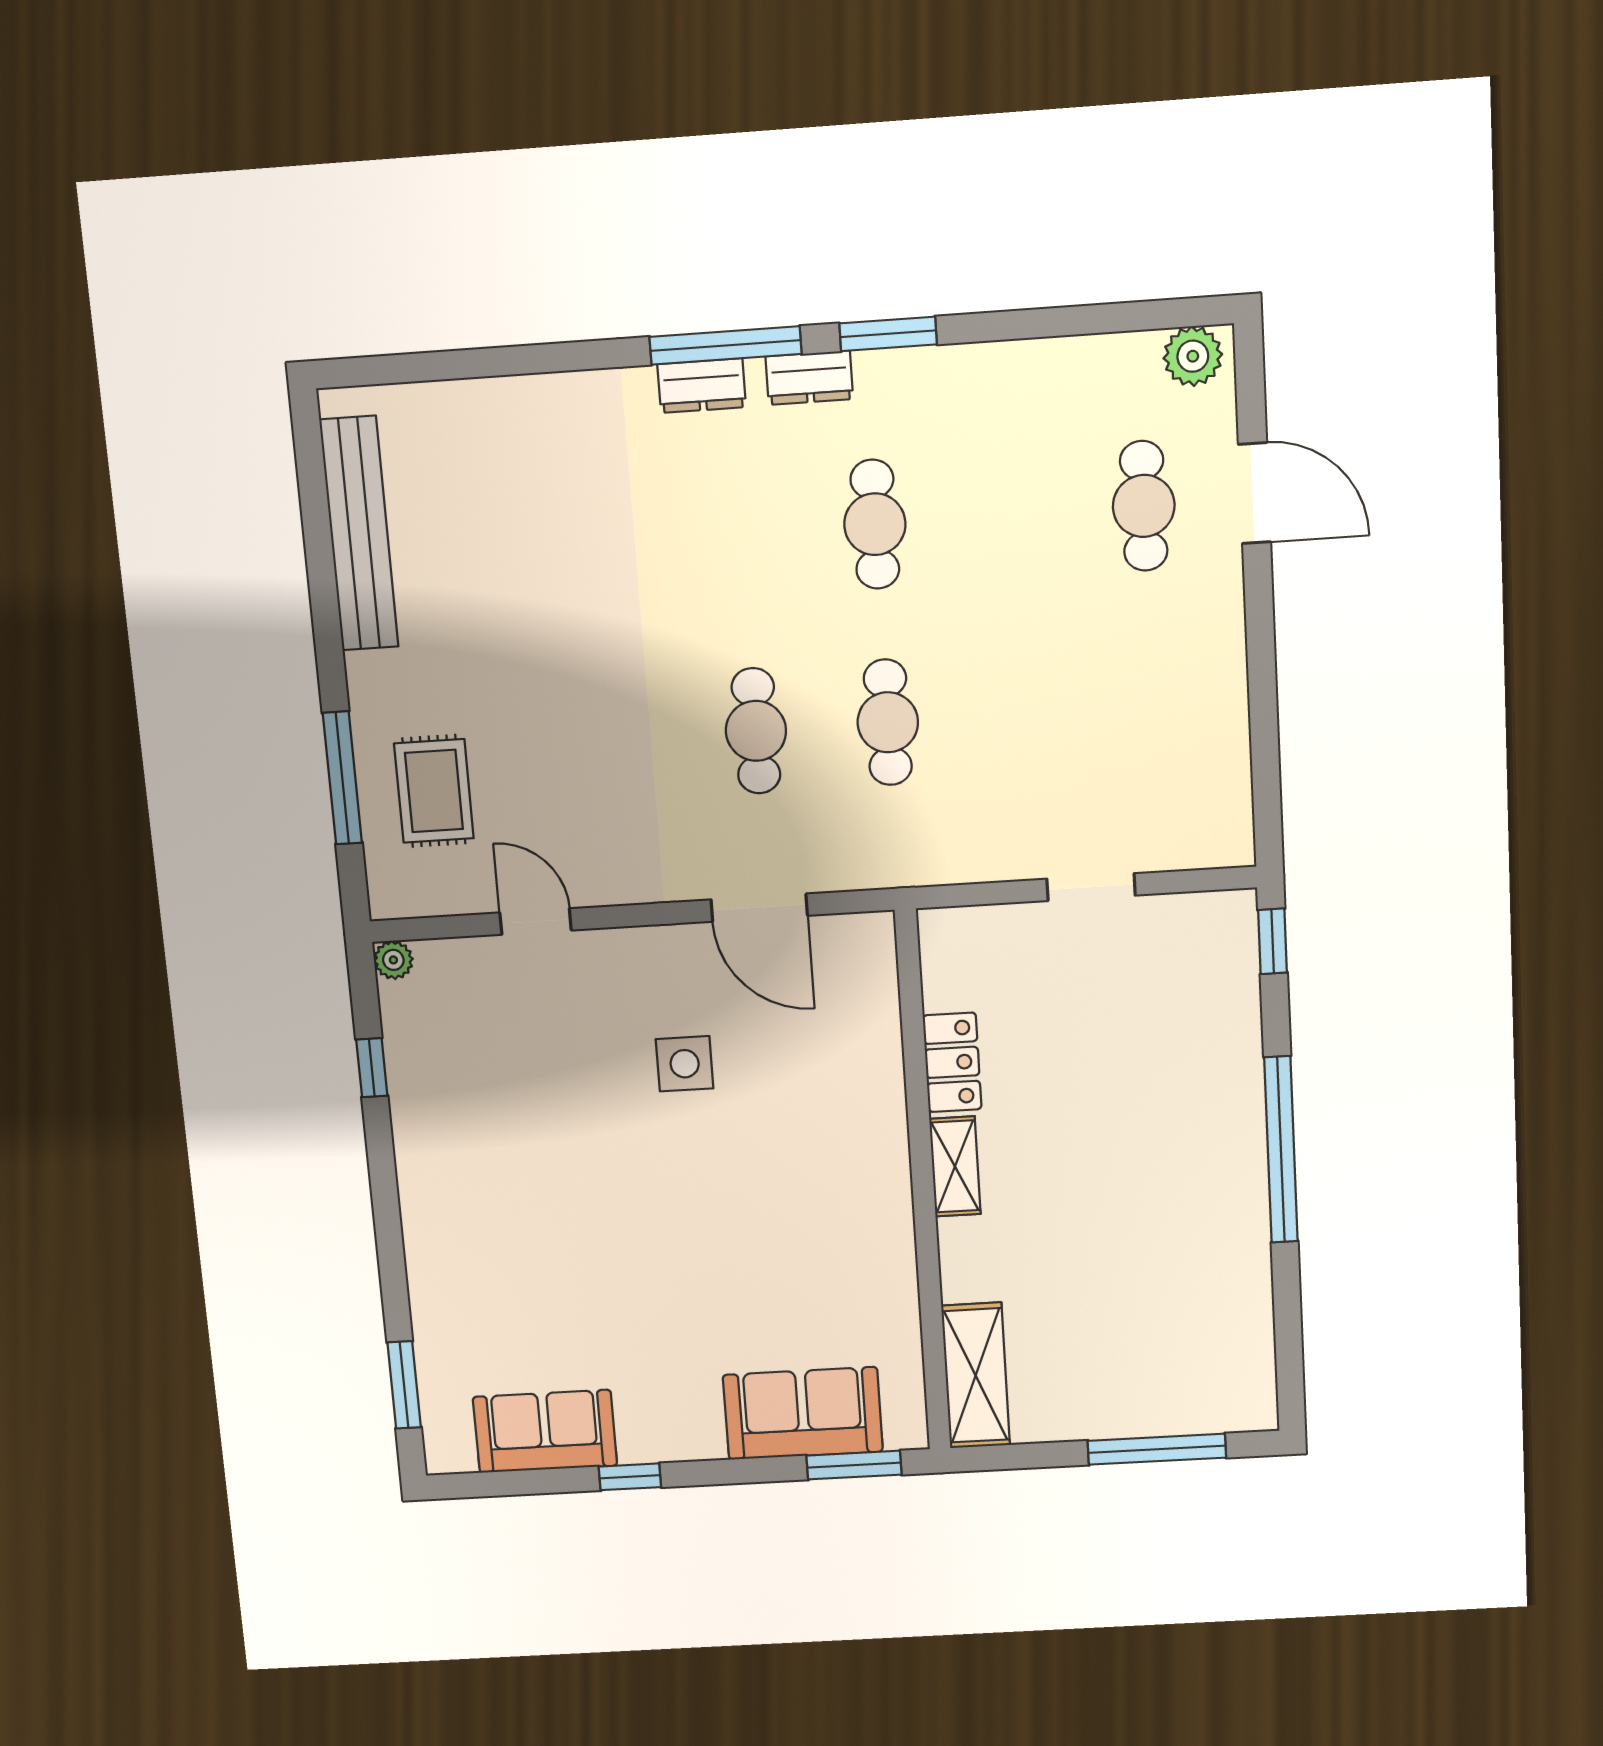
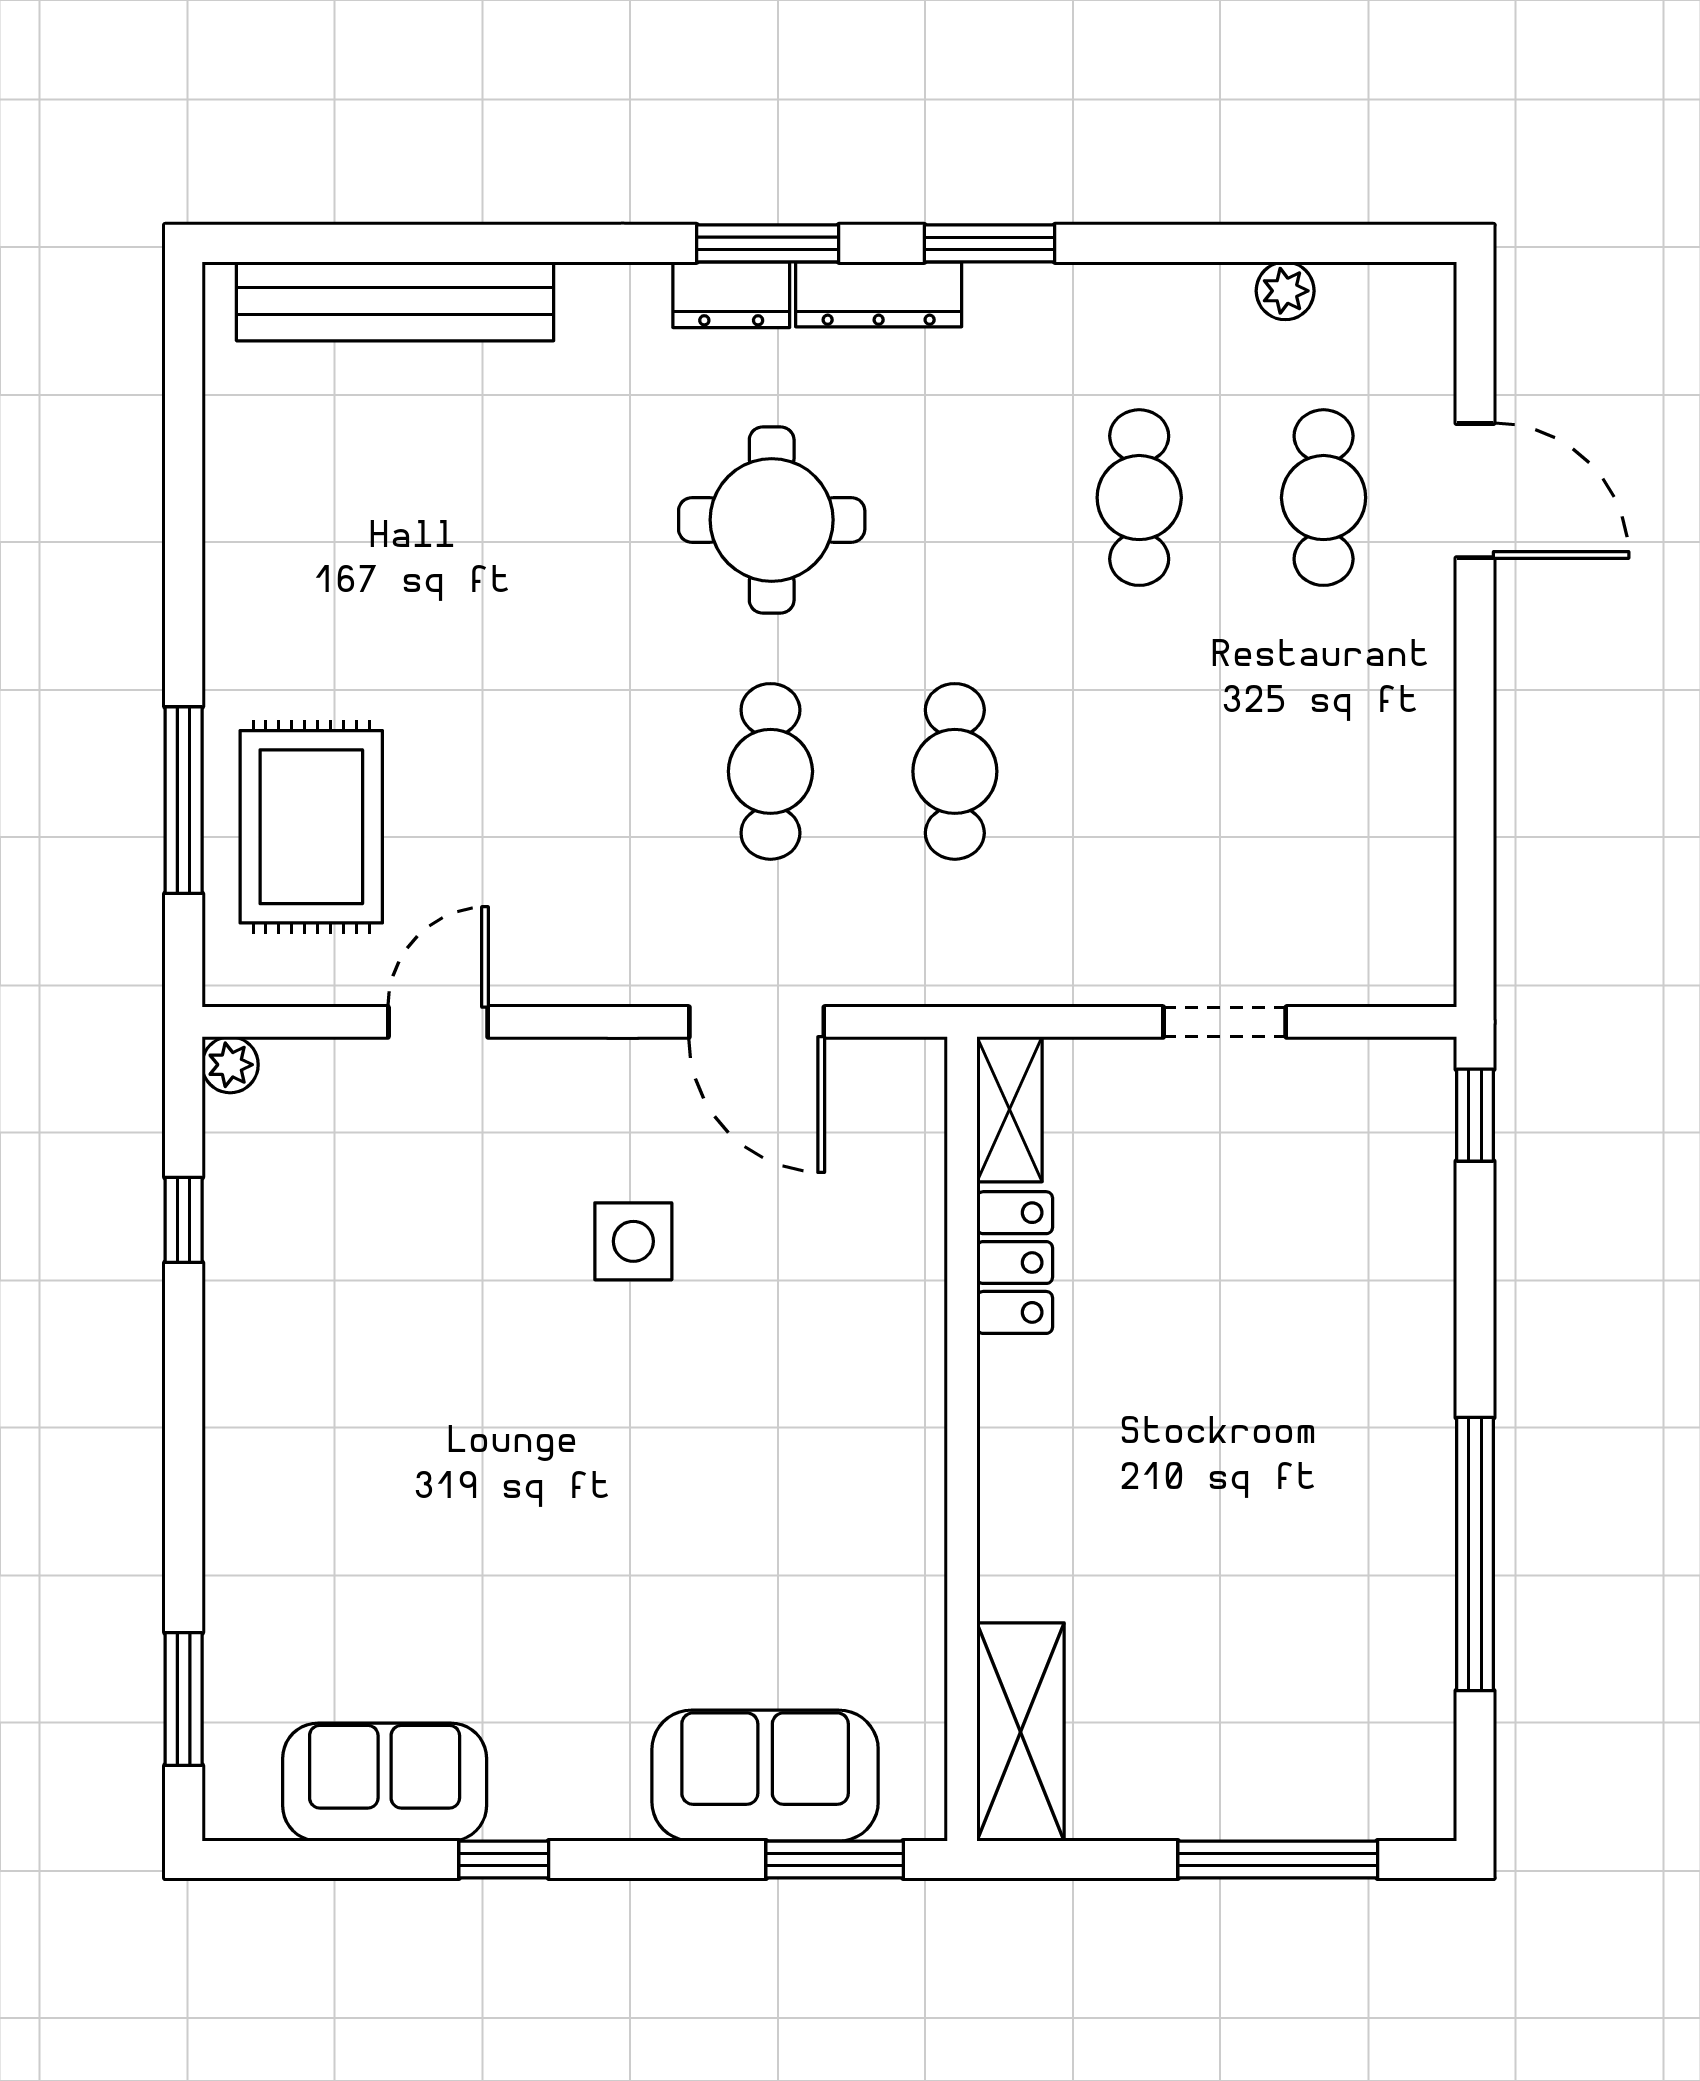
window: (725, 345) -> (768, 243), width x0.69
plant: (1193, 356) -> (1285, 291), moved, width x0.73, depth x0.73
dresser: (809, 378) -> (879, 294), width x1.44
cafe table: (875, 524) -> (1139, 498), moved
bench: (359, 534) -> (395, 301), moved, turned 90
round table: (743, 550) -> (772, 520), added
rug: (434, 791) -> (311, 827), width x1.36, depth x1.43
door: (536, 921) -> (438, 1022), hinge flipped
window: (1281, 1150) -> (1475, 1554), moved
shelving: (955, 1166) -> (1010, 1109), moved

